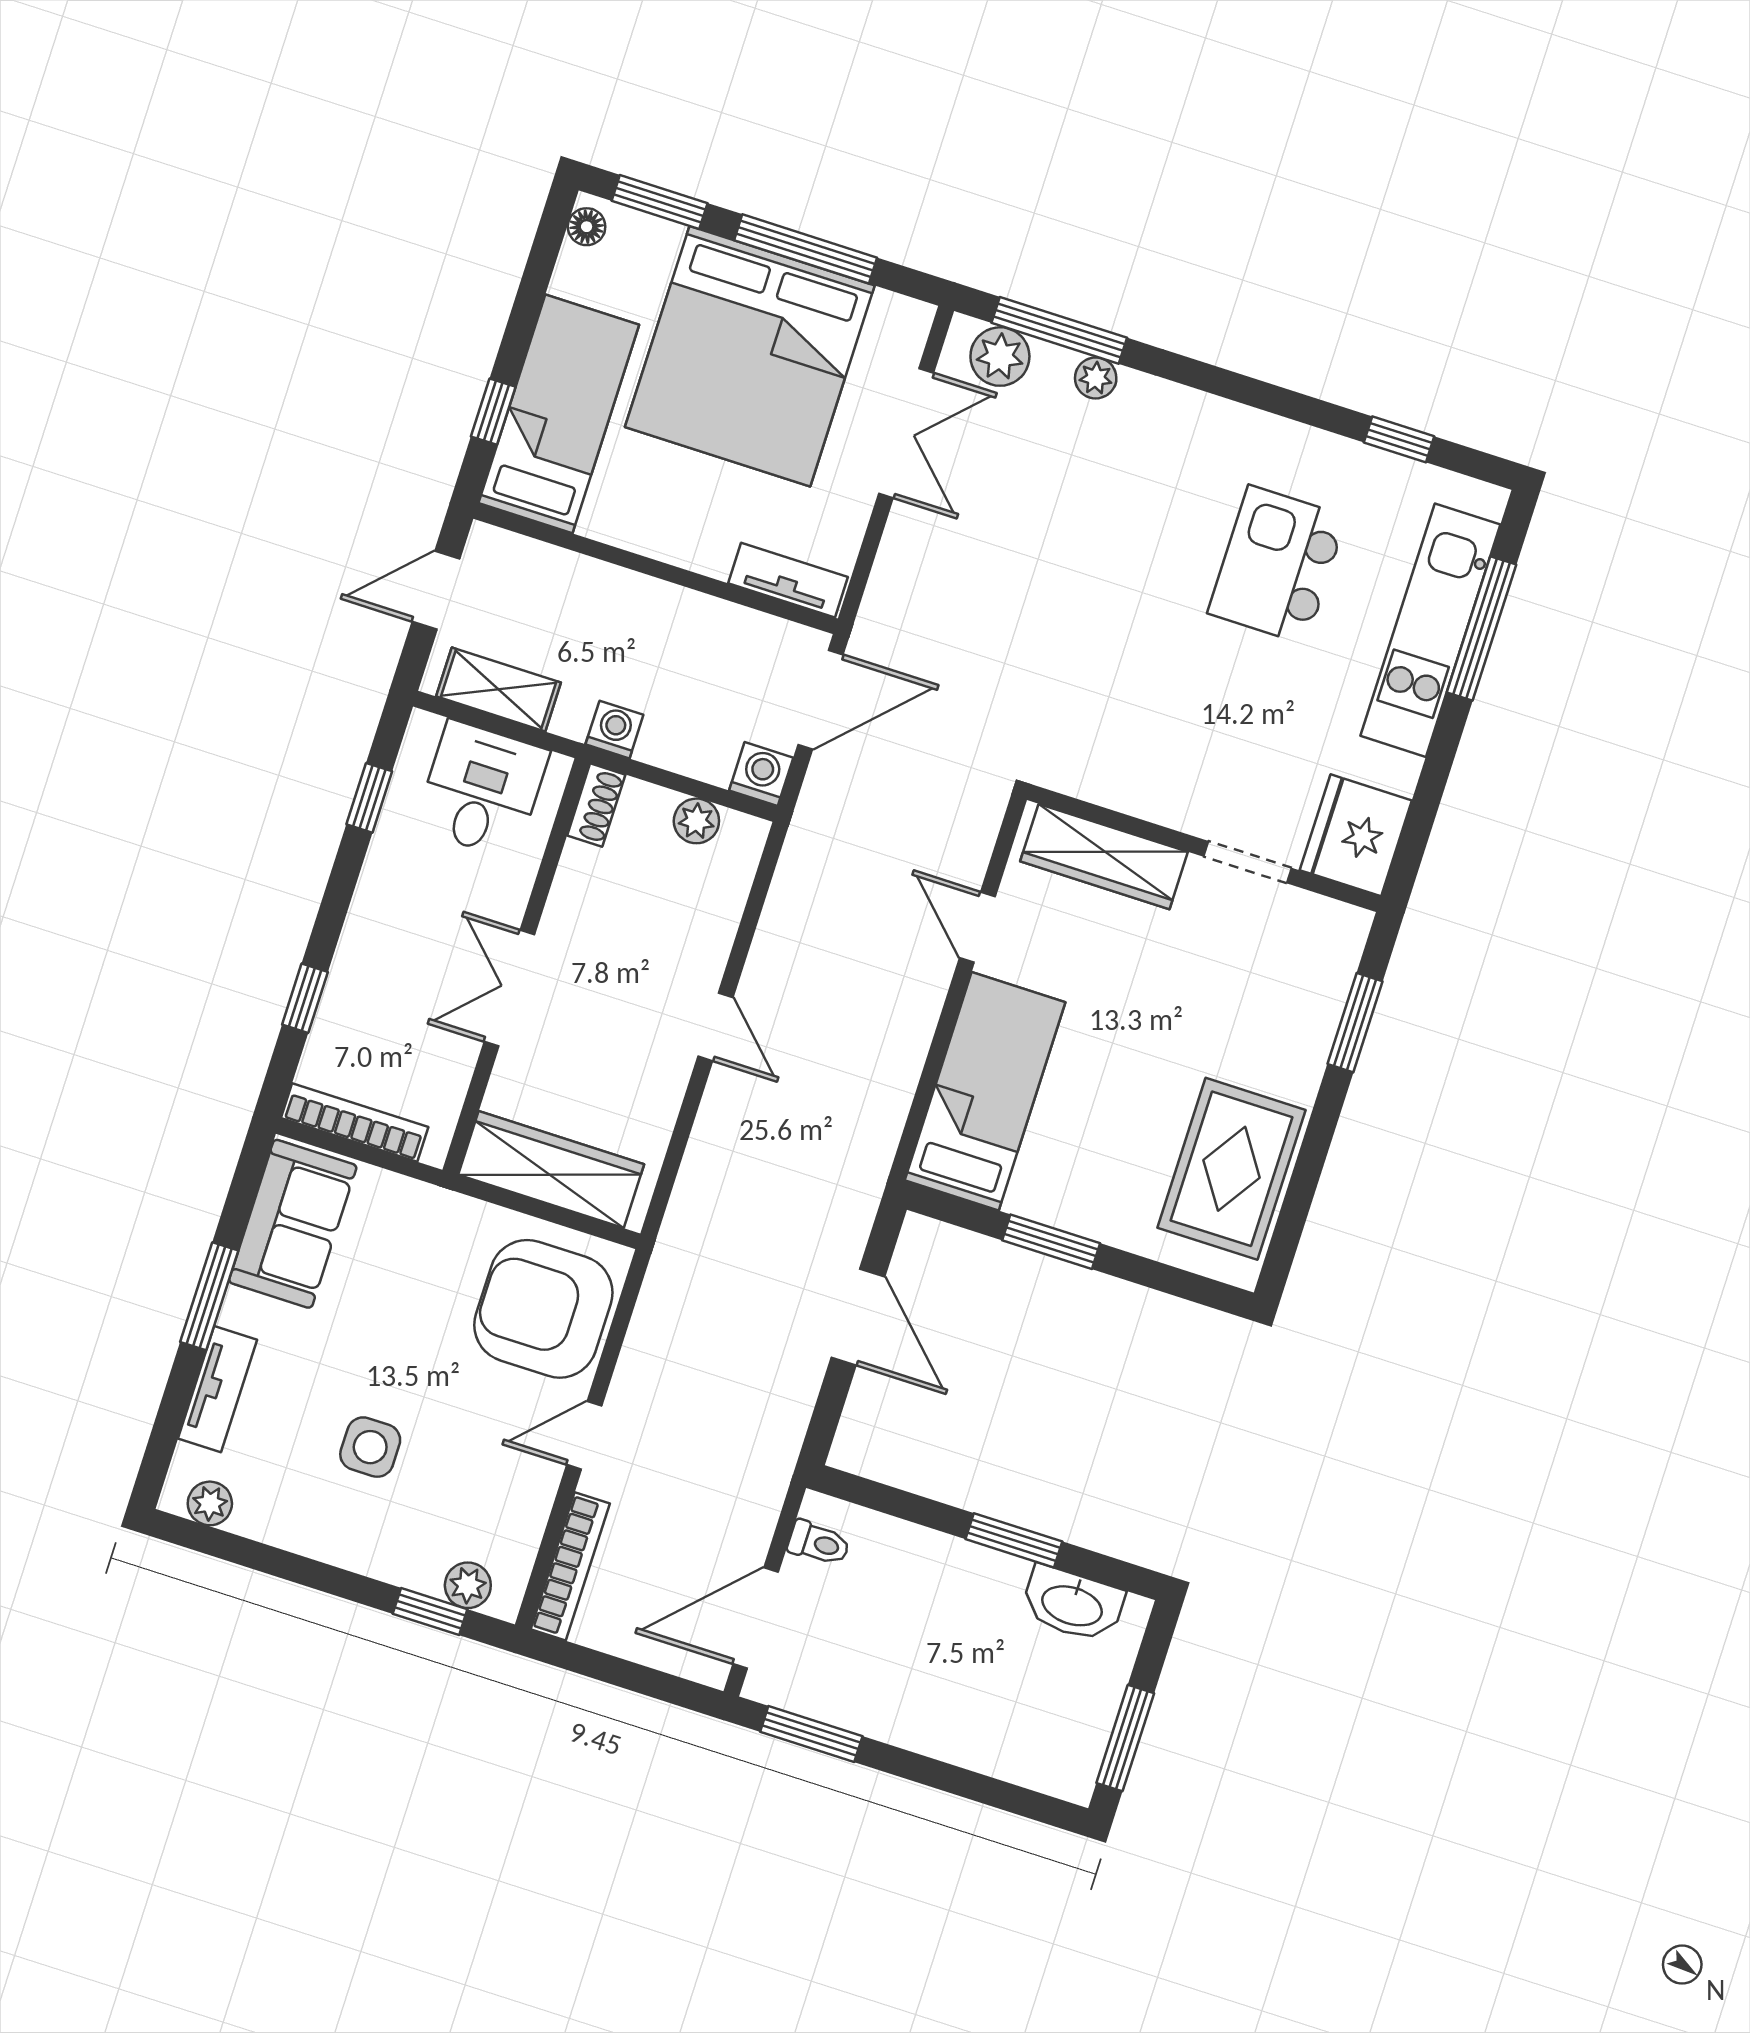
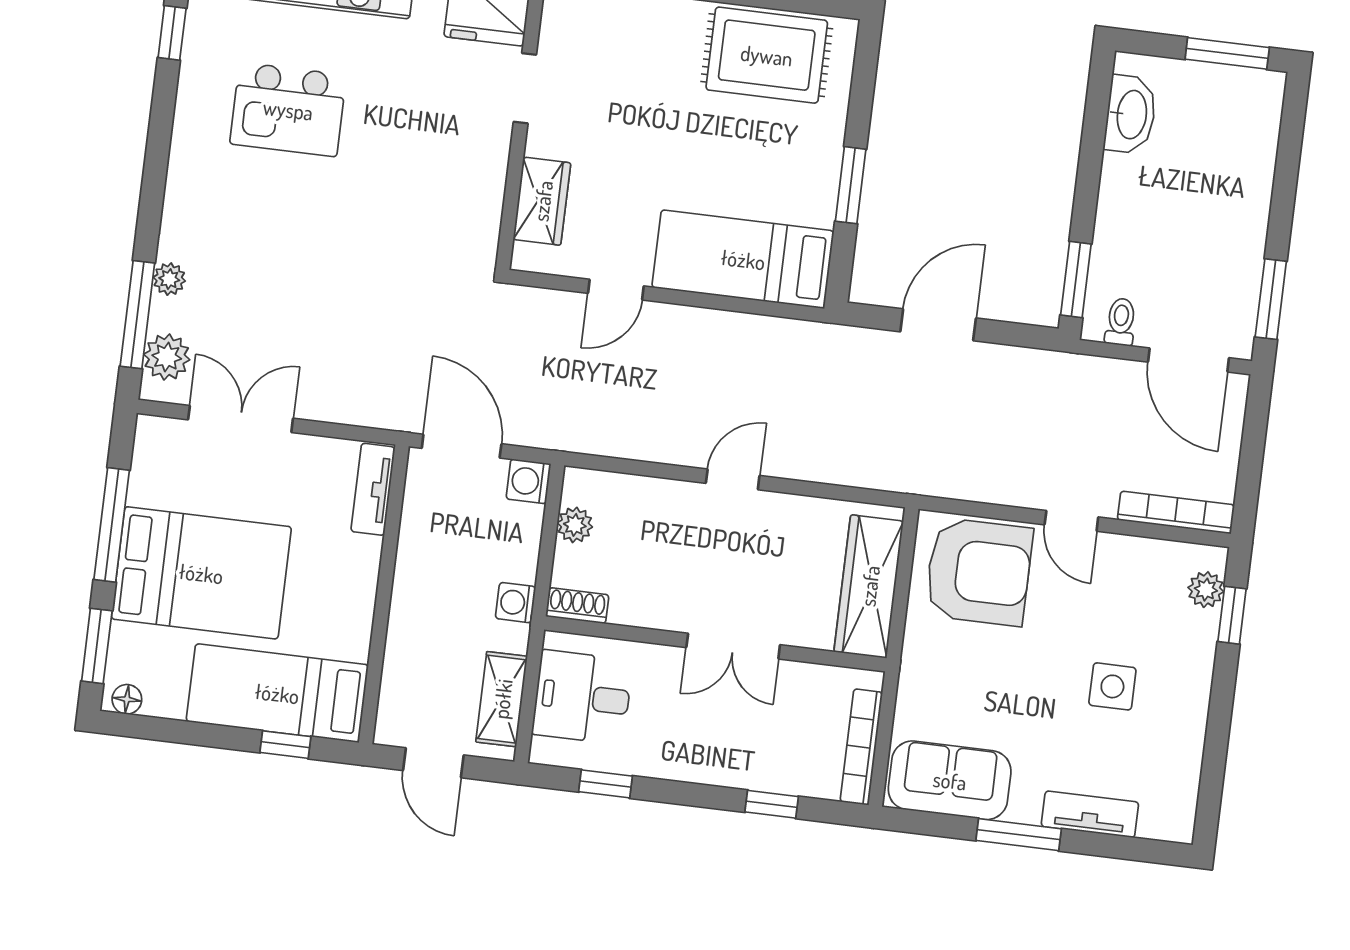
bed: (750, 356) -> (201, 573), width x0.73
wardrobe: (1104, 857) -> (542, 201), width x0.67
armchair: (543, 1309) -> (979, 572), turned -90
plant: (210, 1503) -> (1180, 803), removed
window: (1014, 1540) -> (1076, 279), moved

